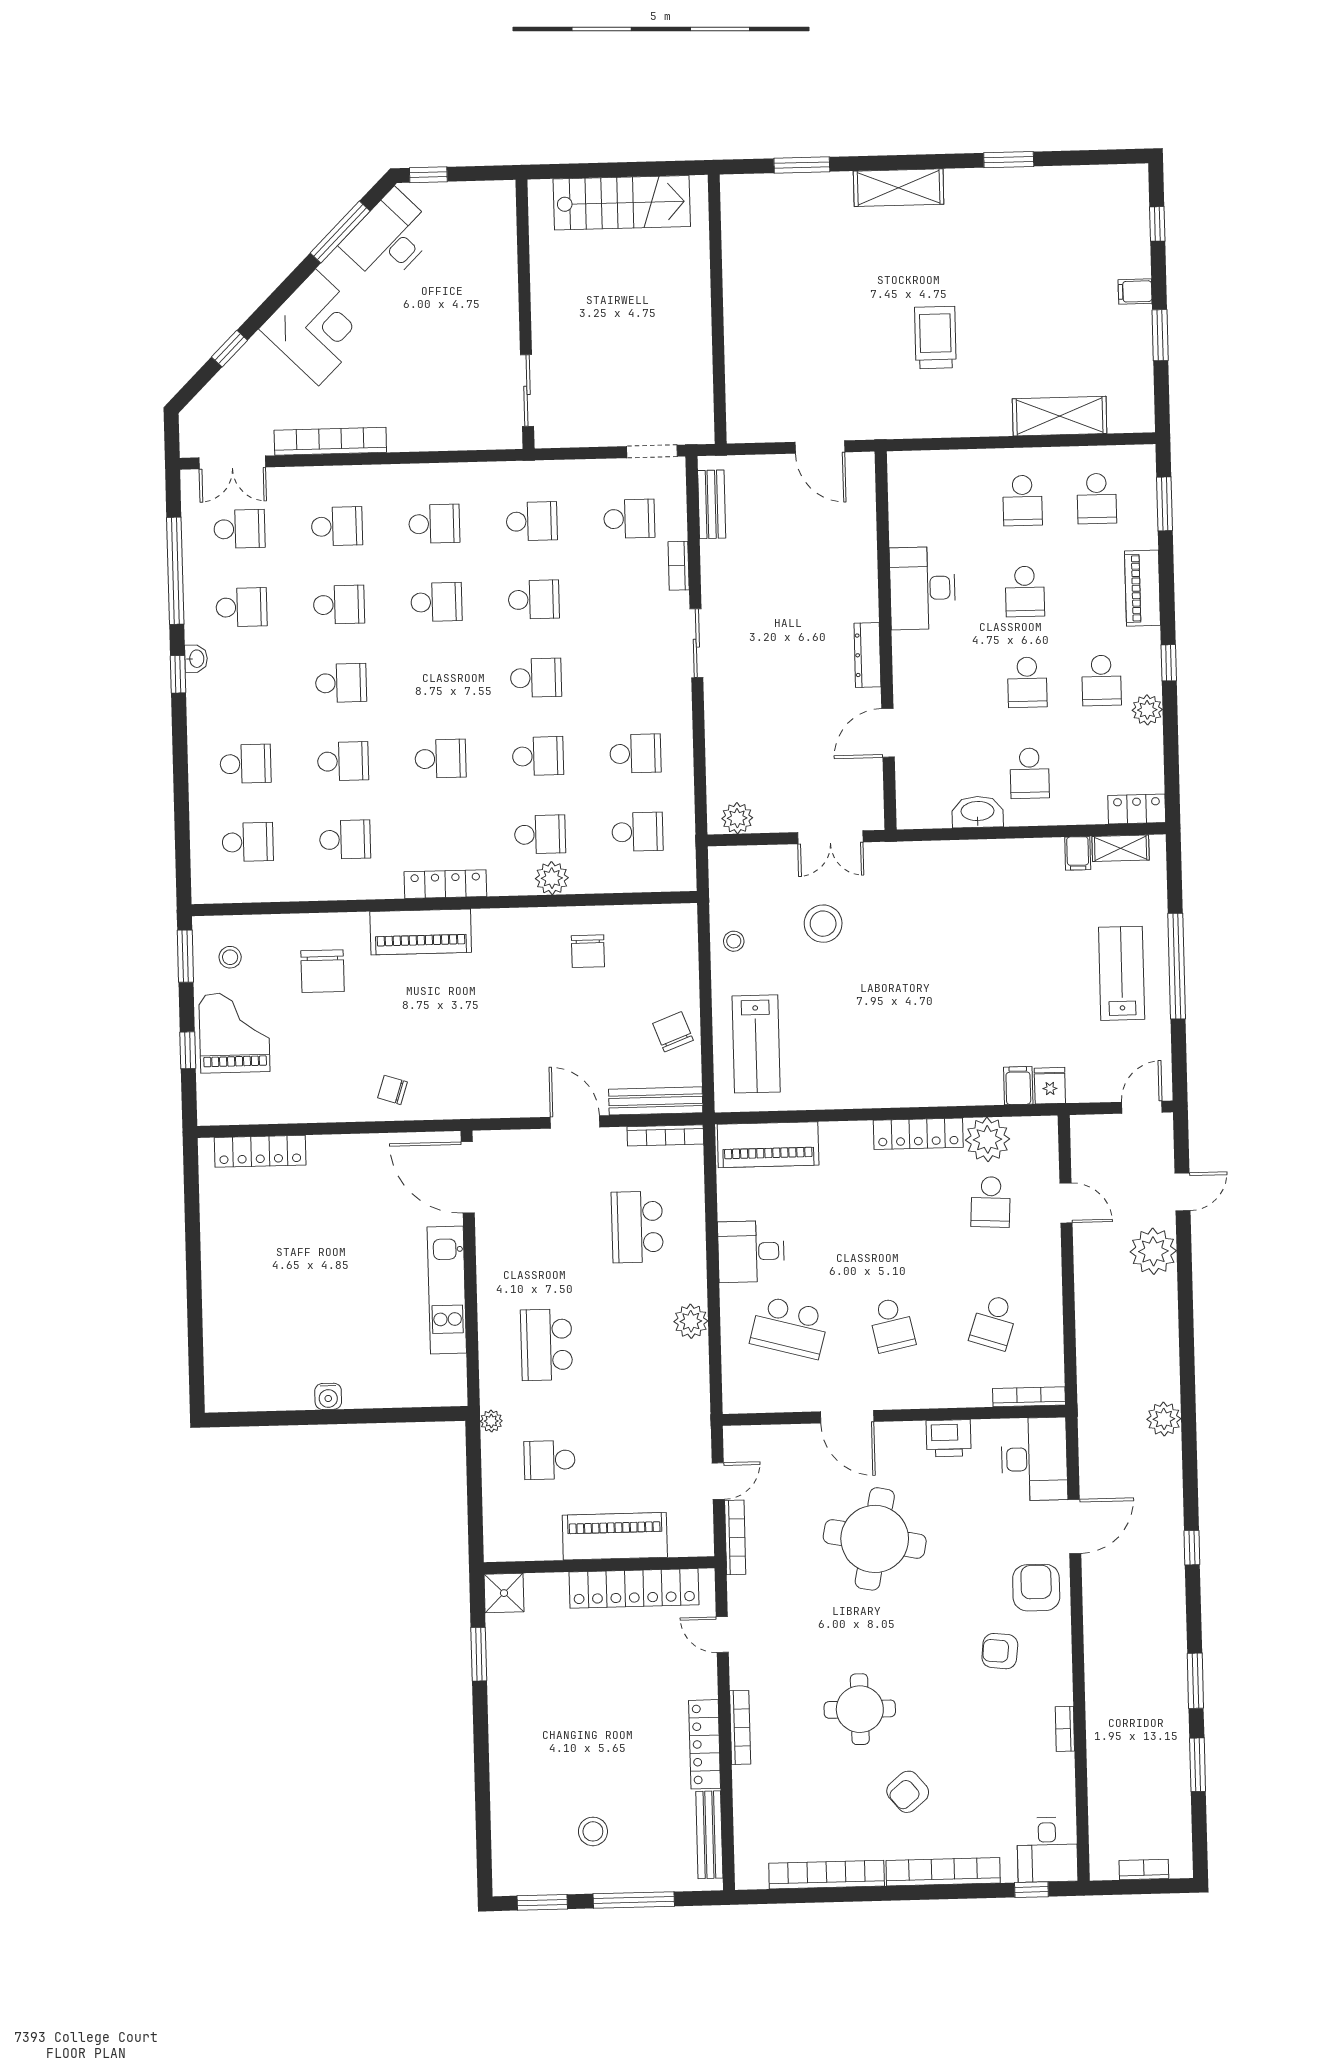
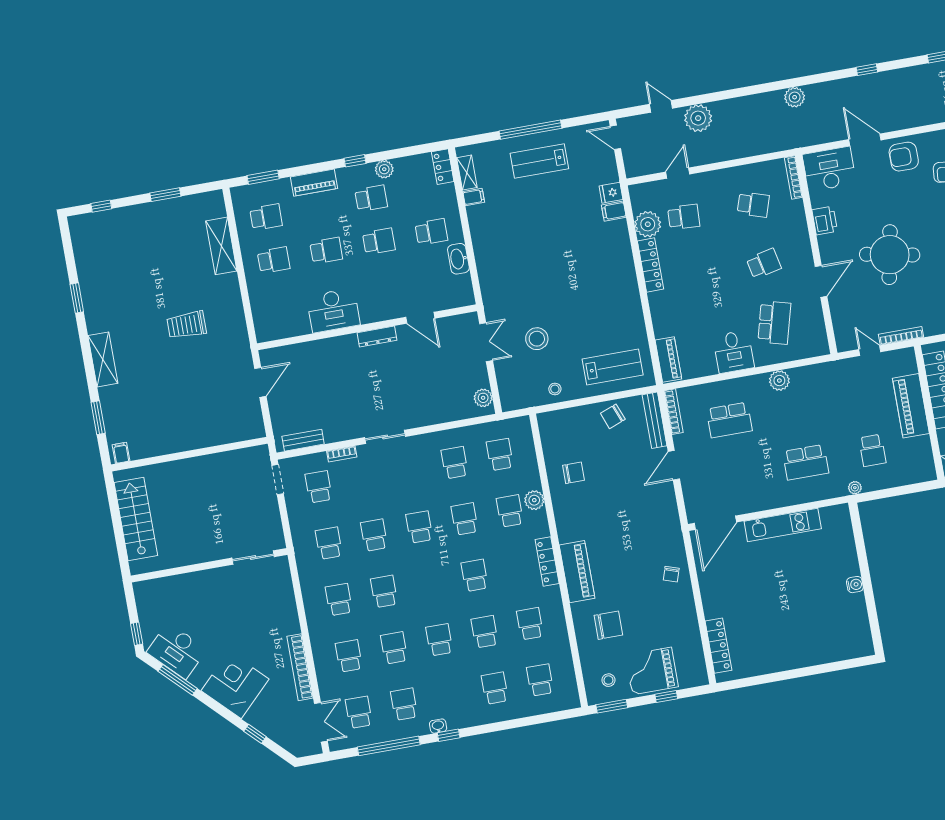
filing cabinet: (1135, 291) -> (121, 453), moved, turned 180
piano: (768, 1145) -> (668, 360), width x0.73, depth x0.75

